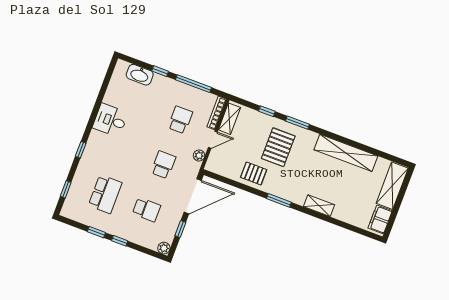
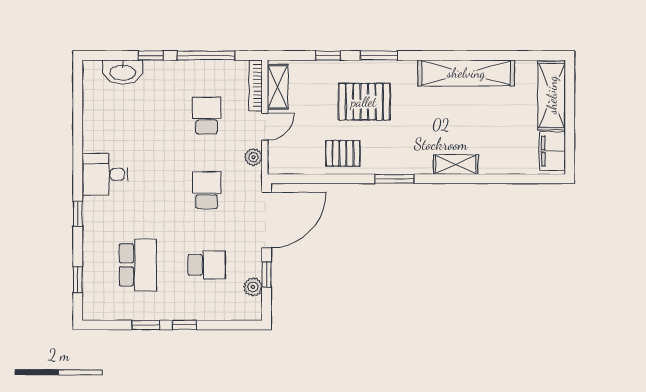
desk: (110, 120) -> (105, 174), moved
pallet: (278, 147) -> (364, 102), turned 90
plant: (164, 248) -> (253, 287), moved

